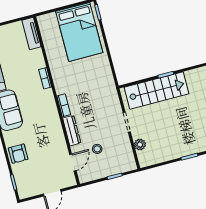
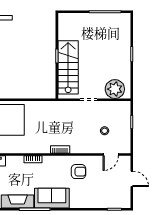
dresser: (72, 131) -> (83, 148), removed
plant: (140, 145) -> (115, 89), width x1.87, depth x1.87
armchair: (18, 154) -> (79, 172), moved
door: (73, 162) -> (111, 154), swing flipped

